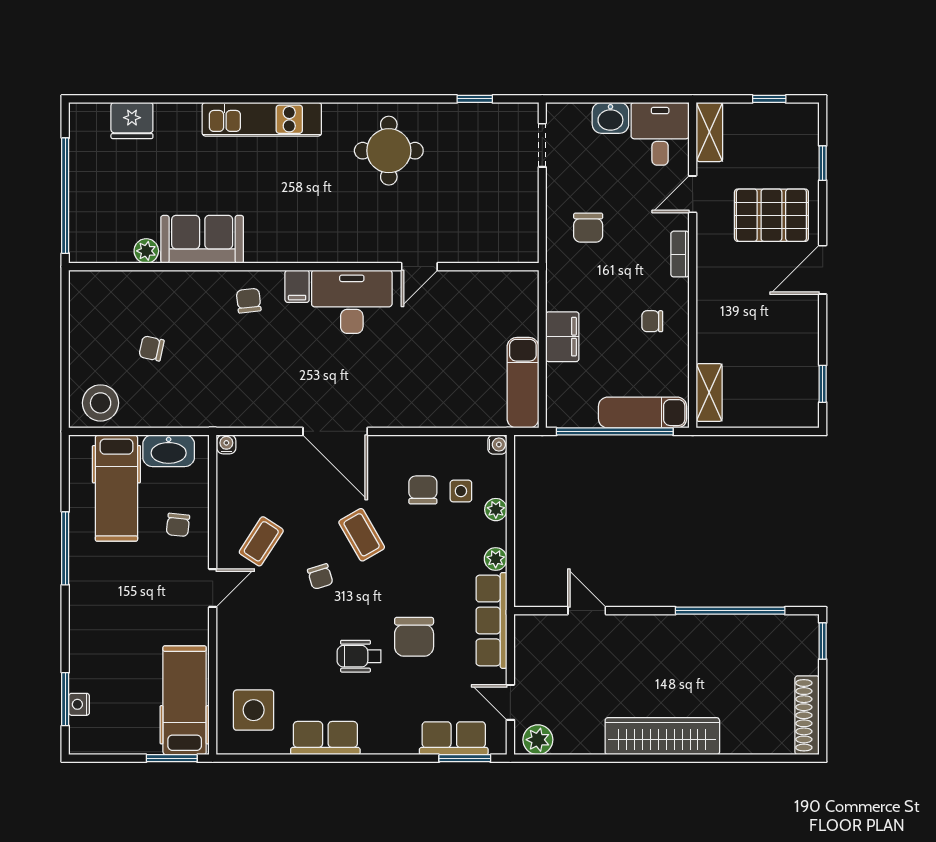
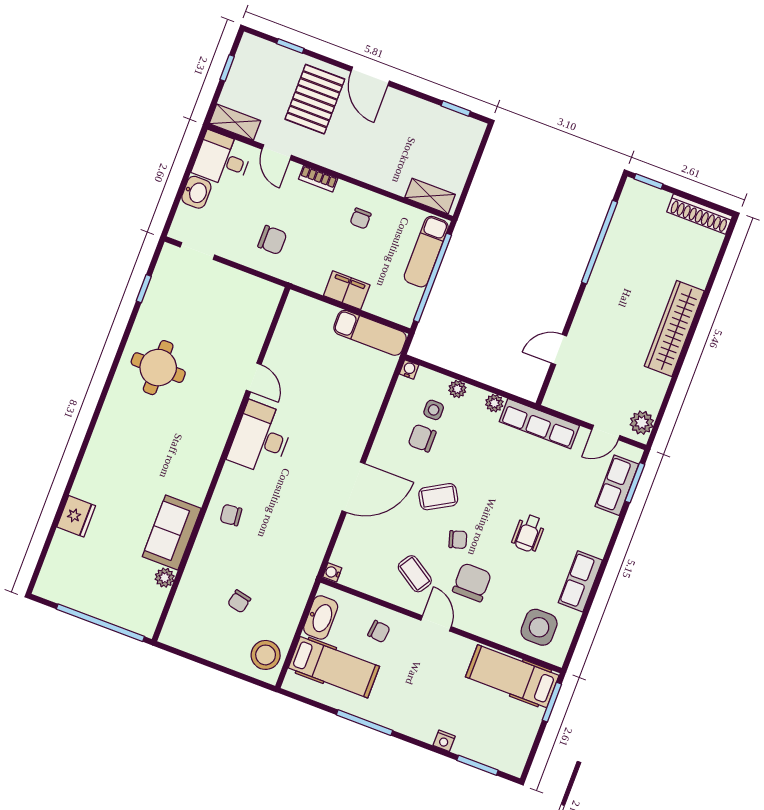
kitchen unit: (262, 119) -> (99, 454), removed
fridge: (132, 120) -> (76, 516), moved
filing cabinet: (297, 286) -> (234, 475), removed
chair: (414, 637) -> (472, 582), moved, turned -90
nightstand: (79, 704) -> (444, 741), moved

